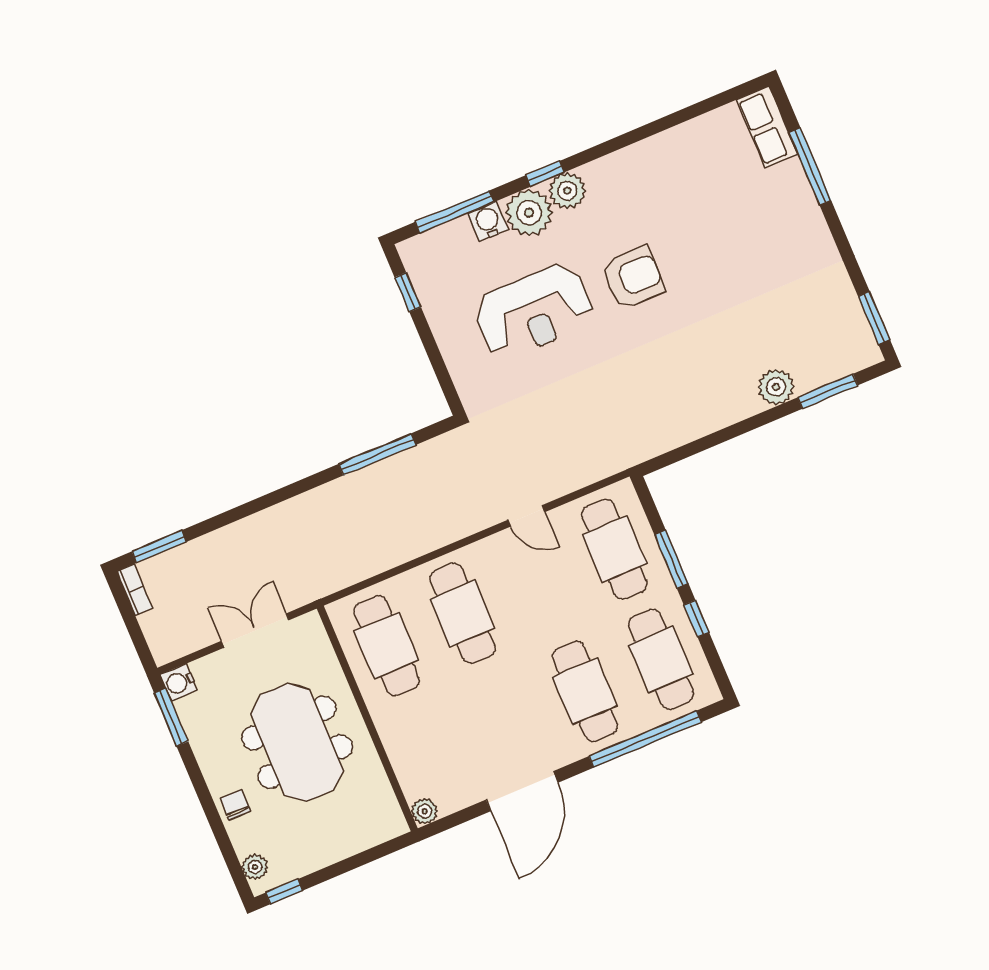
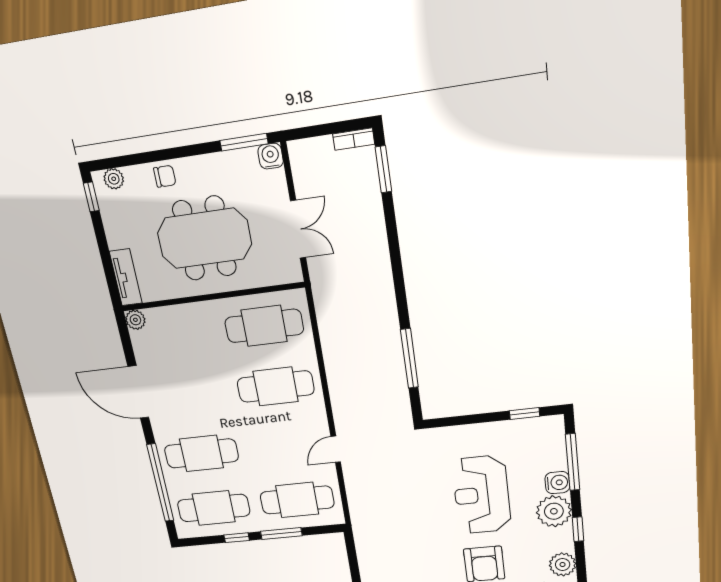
plant: (567, 191) -> (563, 564), moved
tv unit: (373, 833) -> (126, 277), added

